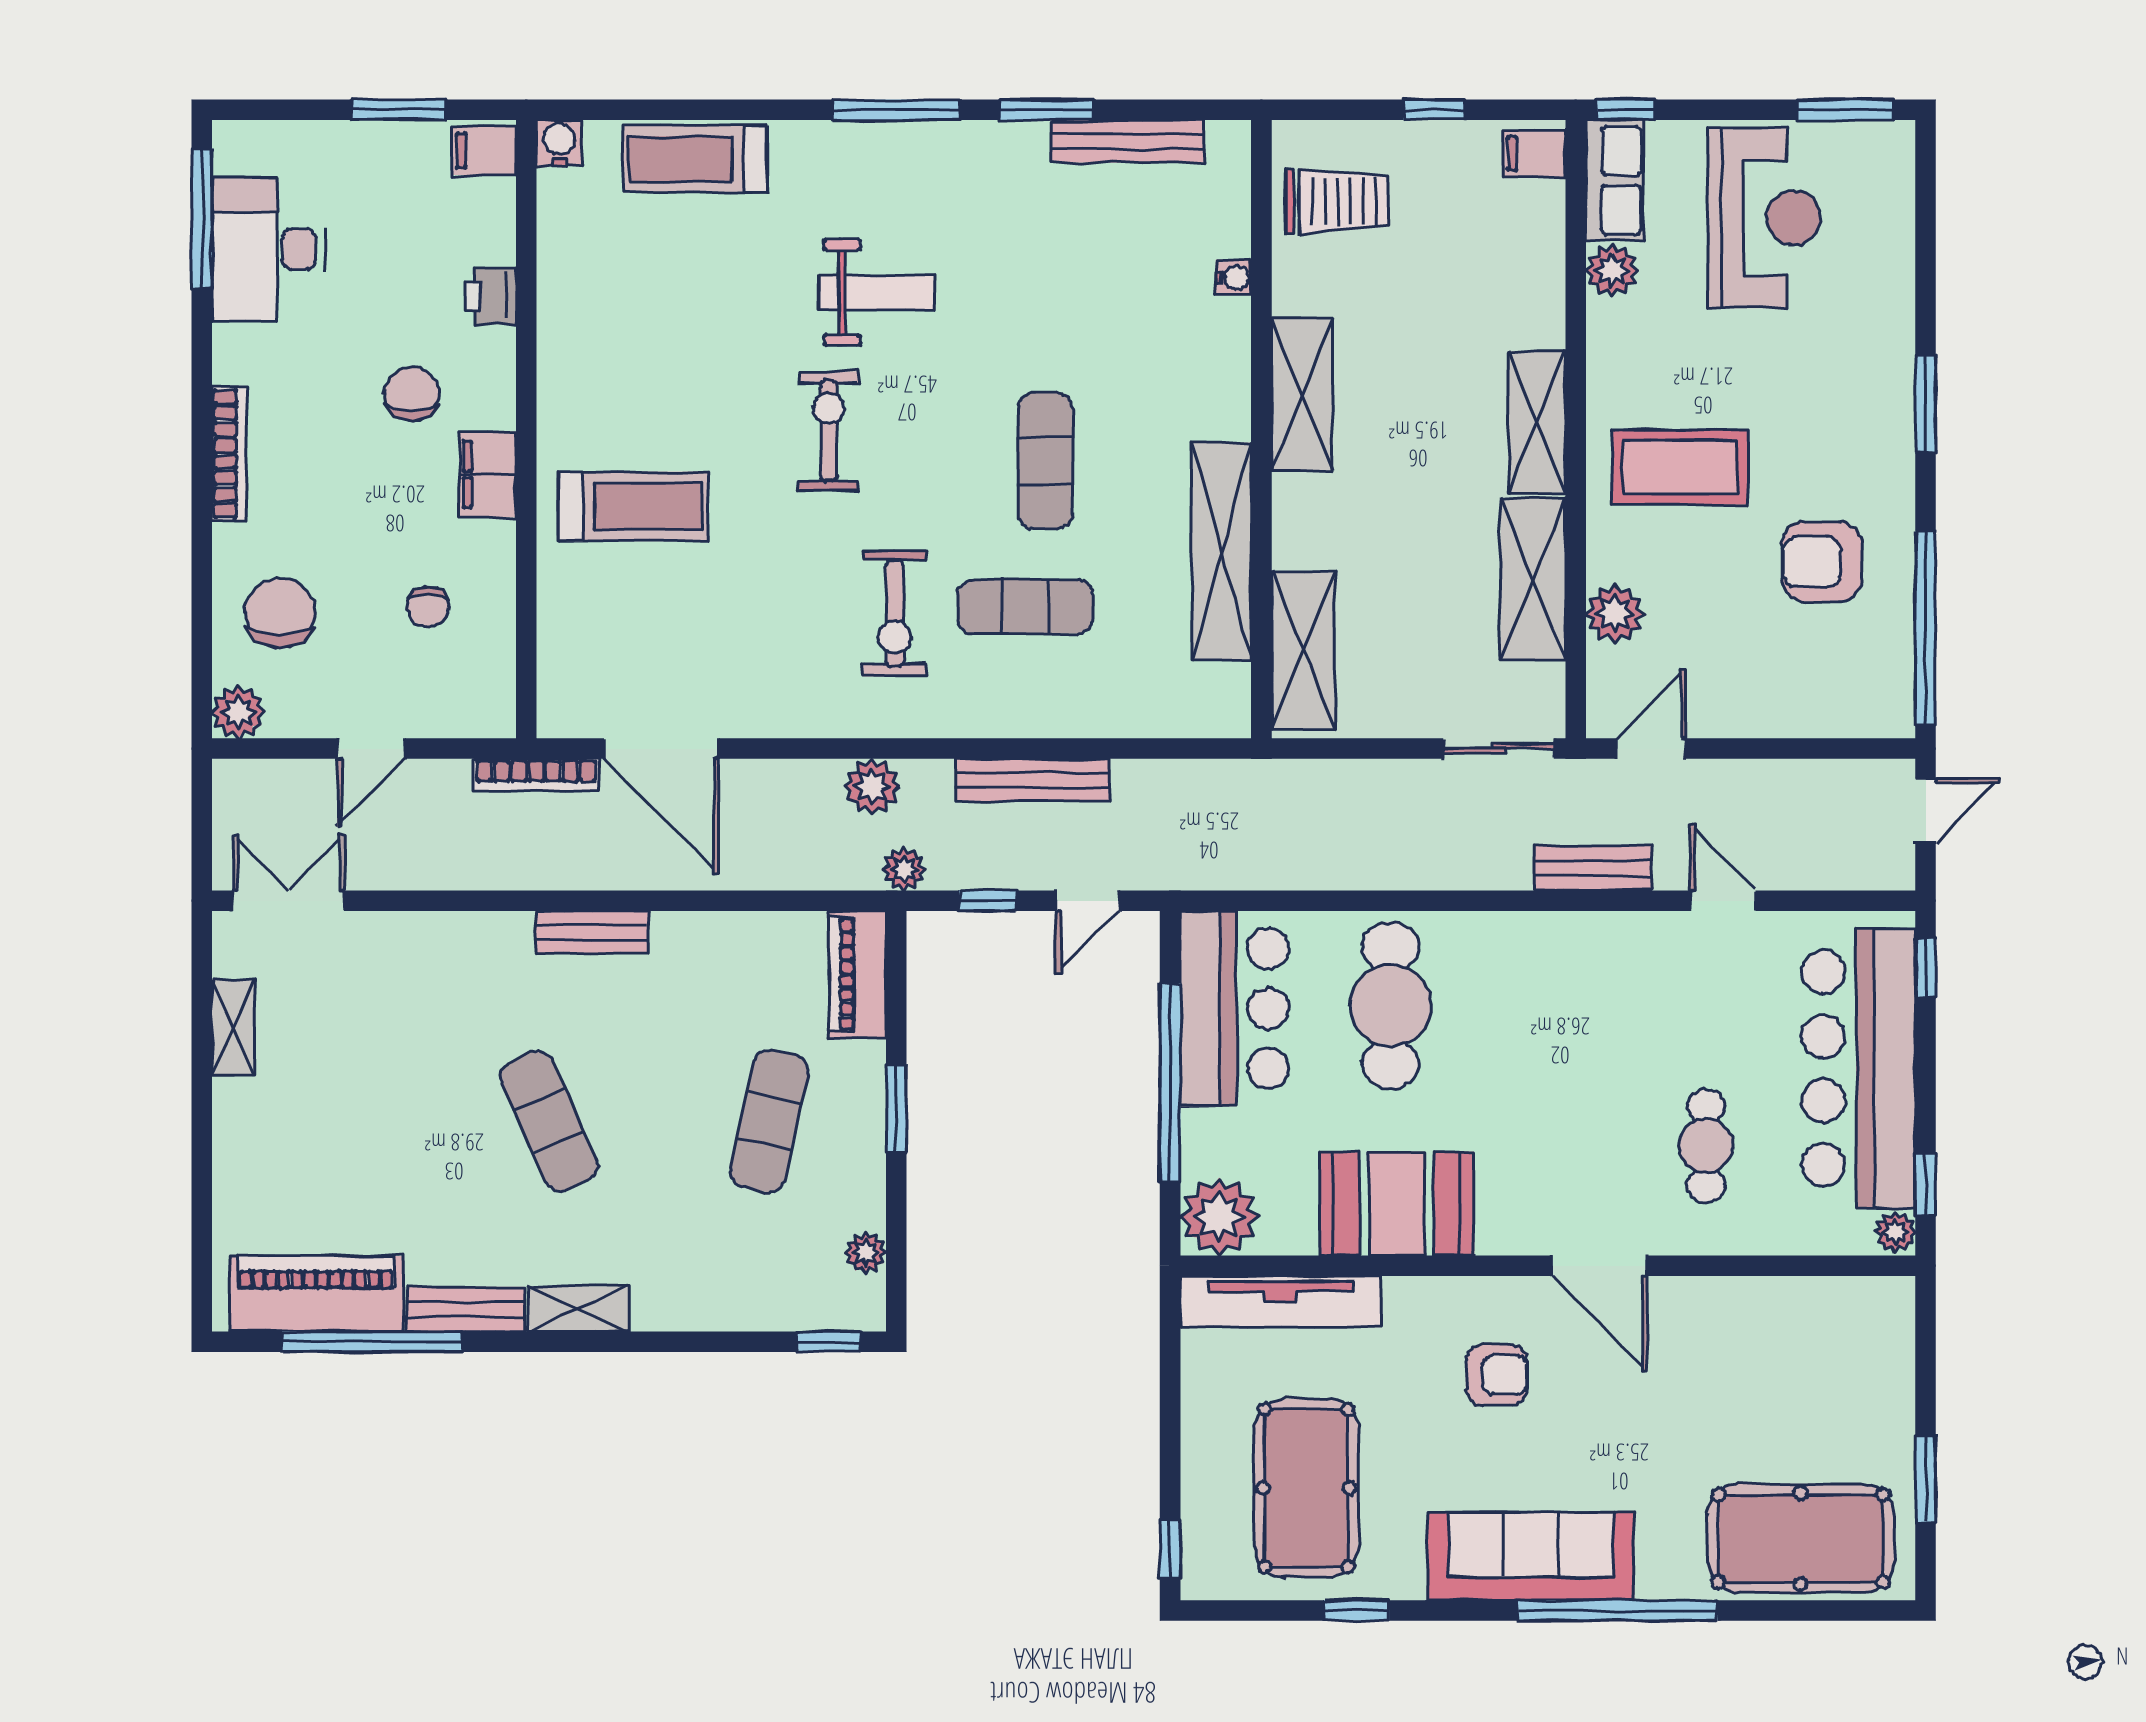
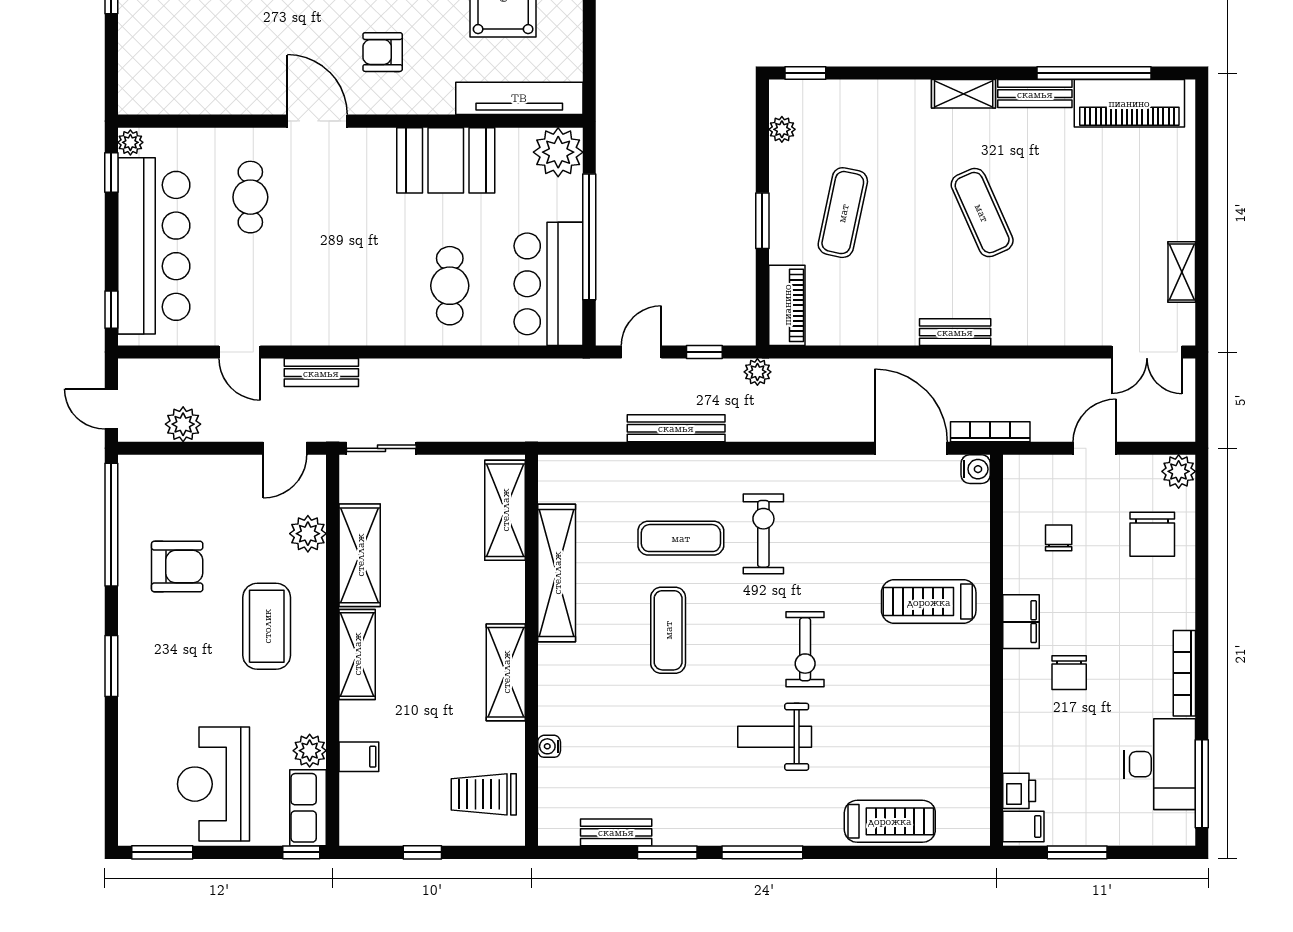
bench: (1128, 141) -> (616, 832), width x0.73
water cooler: (559, 143) -> (976, 469), moved, turned -90
filing cabinet: (1534, 154) -> (359, 757), moved
printer: (491, 296) -> (1019, 791), moved
bookcase: (229, 454) -> (1184, 673), moved
coffee table: (1680, 467) -> (267, 626), turned 90
plant: (872, 787) -> (183, 424), moved
door: (1926, 811) -> (111, 409), hinge flipped
cafe table: (1391, 1006) -> (450, 286), width x0.73, depth x0.74

